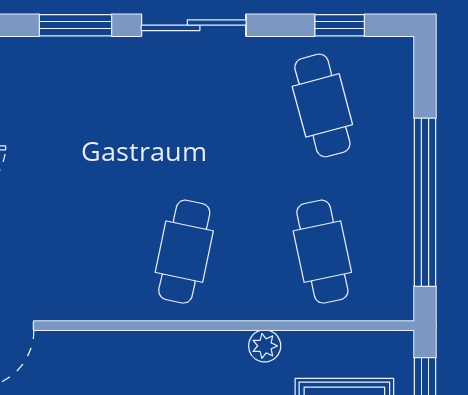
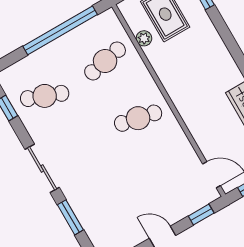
cafe table: (322, 105) -> (45, 96), turned 36
plant: (265, 346) -> (144, 38), moved

